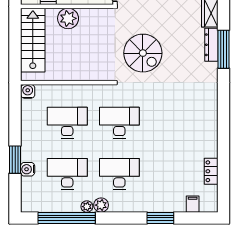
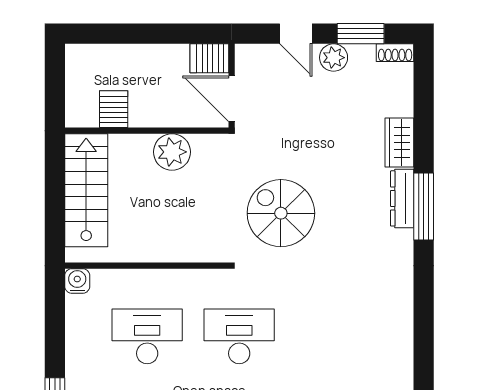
plant: (68, 18) -> (172, 152), moved
spiral stairs: (143, 53) -> (281, 213), turned 180

